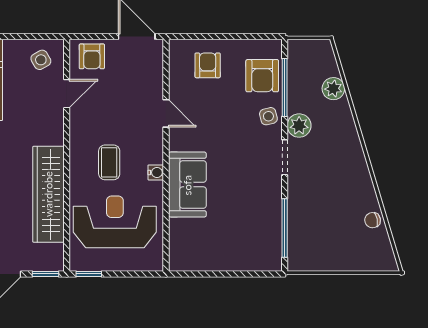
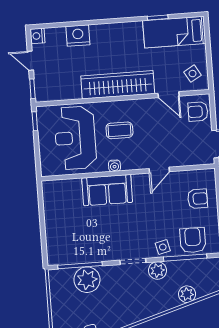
armchair: (262, 76) -> (193, 240), turned 90
wardrobe: (48, 194) -> (118, 85), moved
plant: (304, 220) -> (87, 280), added
reception desk: (115, 222) -> (75, 138), turned 180

